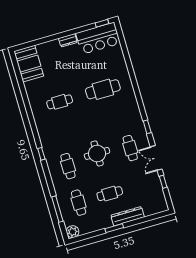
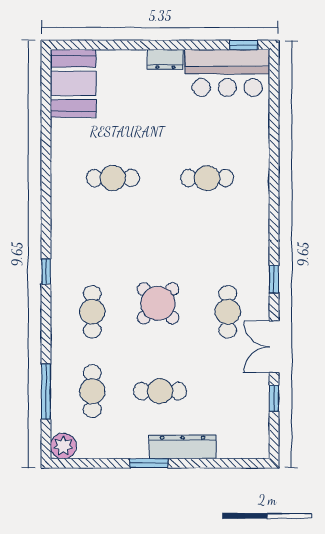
cafe table: (103, 89) -> (207, 178), width x0.73, depth x0.74
round table: (97, 153) -> (158, 303), turned 45

